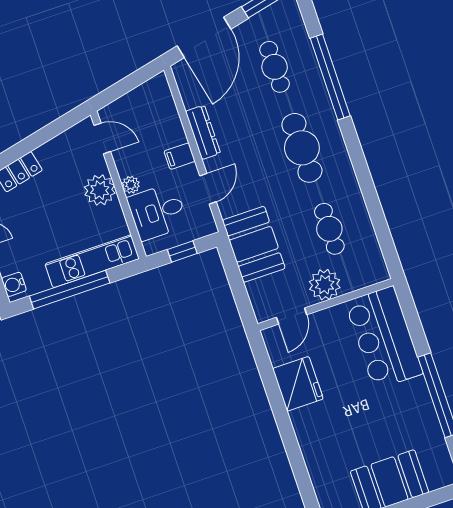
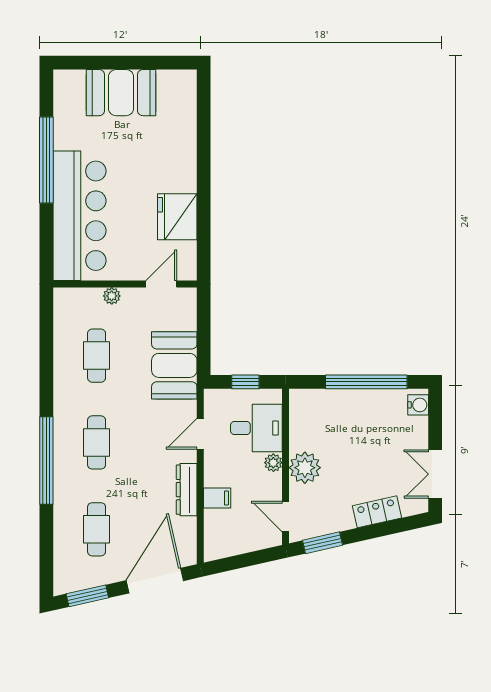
window: (330, 77) -> (46, 461), moved
window: (60, 126) -> (323, 543), added
cafe table: (302, 148) -> (97, 442), width x0.73, depth x0.74
filing cabinet: (179, 156) -> (217, 498), moved
kitchen unit: (92, 261) -> (335, 402), removed
plant: (325, 285) -> (112, 296), width x0.53, depth x0.53
bar counter: (384, 338) -> (79, 216), width x1.36

